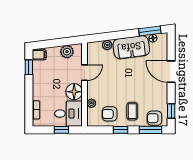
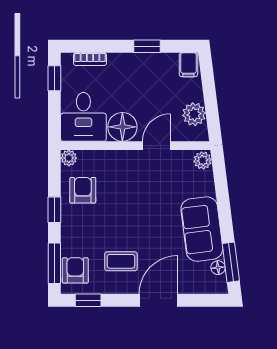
plant: (107, 45) -> (203, 160), moved
window: (29, 67) -> (147, 46), moved
door: (85, 73) -> (157, 146), swing flipped
plant: (91, 103) -> (69, 158), moved
coffee table: (132, 111) -> (121, 261), moved
window: (61, 130) -> (54, 78), moved

